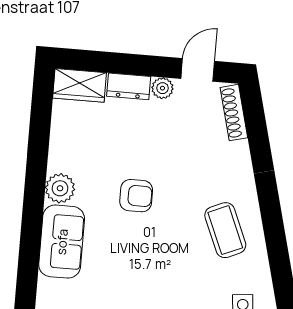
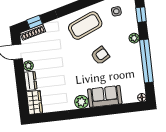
window: (255, 121) -> (35, 22), added
armchair: (136, 196) -> (100, 56), moved, turned 60
coffee table: (225, 230) -> (85, 26), width x1.36, depth x1.32

